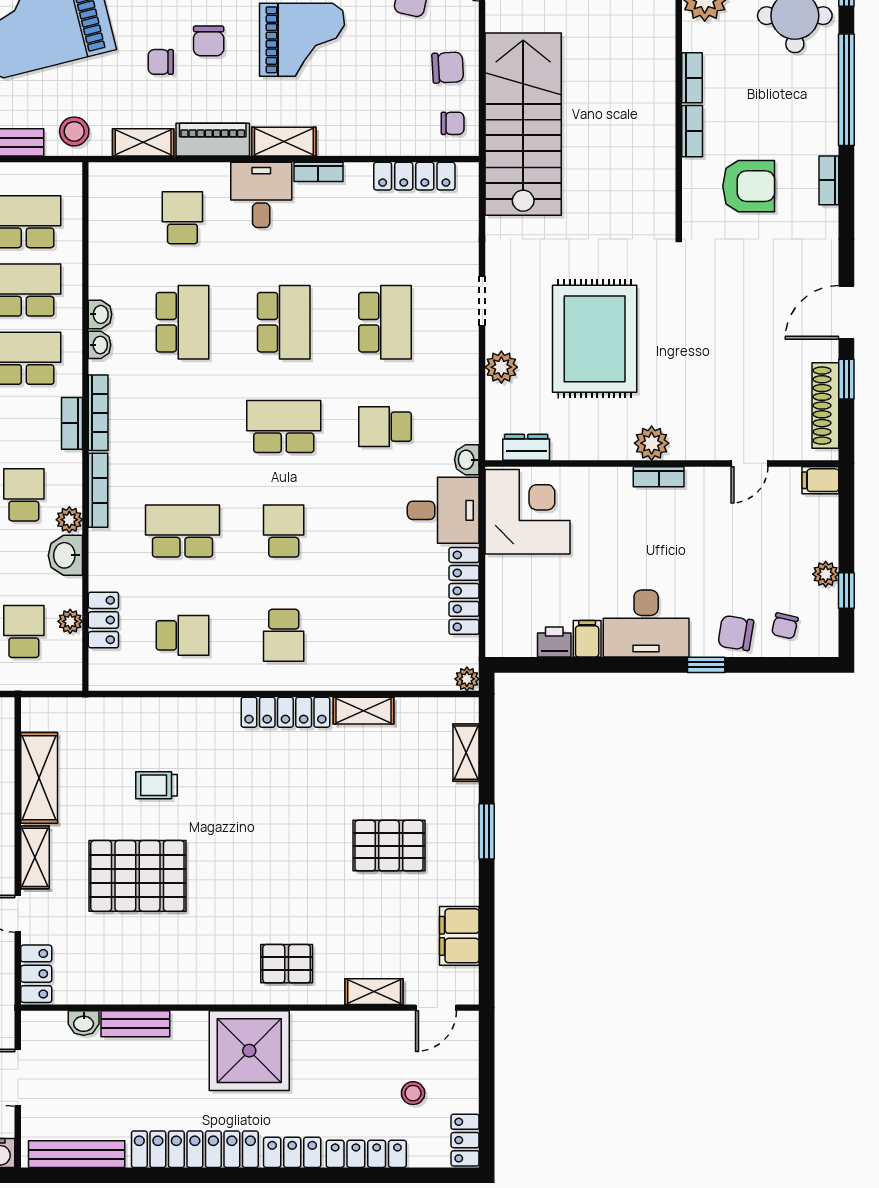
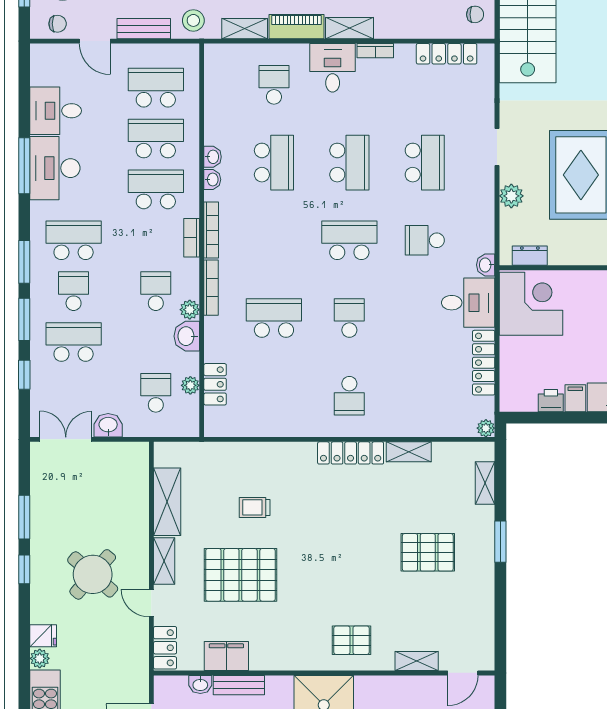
school desk: (182, 635) -> (274, 396), removed
filing cabinet: (459, 936) -> (226, 656), moved, turned 90

